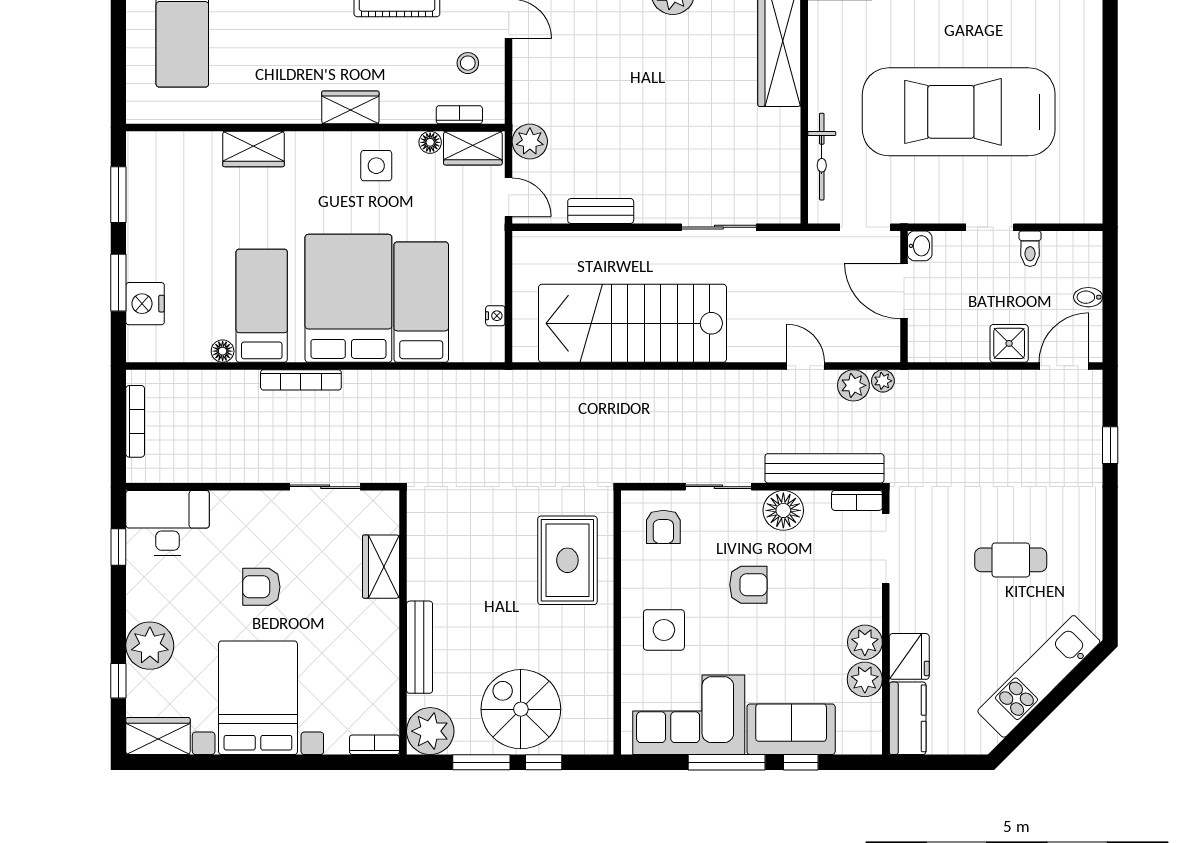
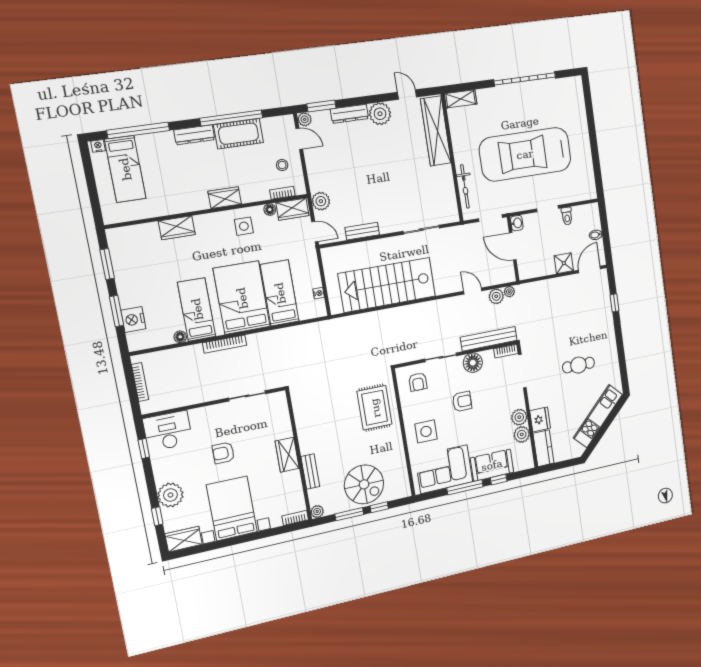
wardrobe: (381, 567) -> (287, 455), moved
bench: (420, 647) -> (310, 471), width x0.73
spiral stairs: (521, 709) -> (364, 484), turned 180
plant: (430, 731) -> (317, 512), width x0.53, depth x0.53

